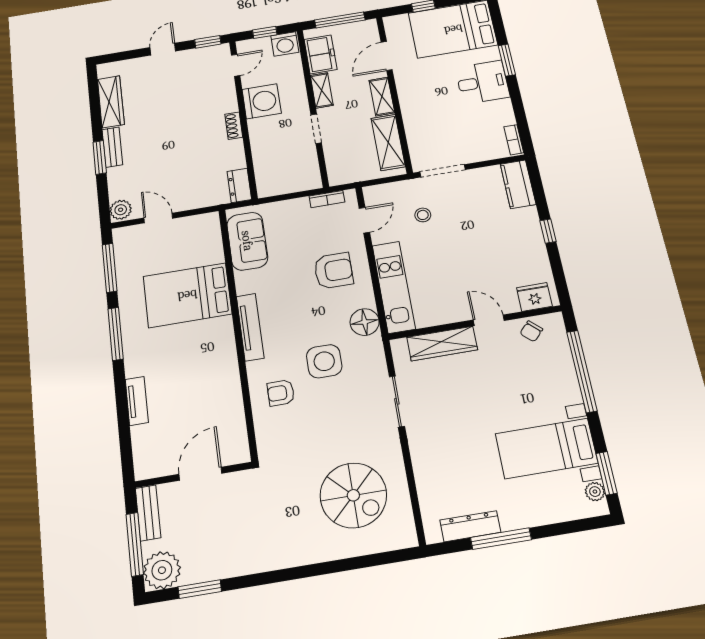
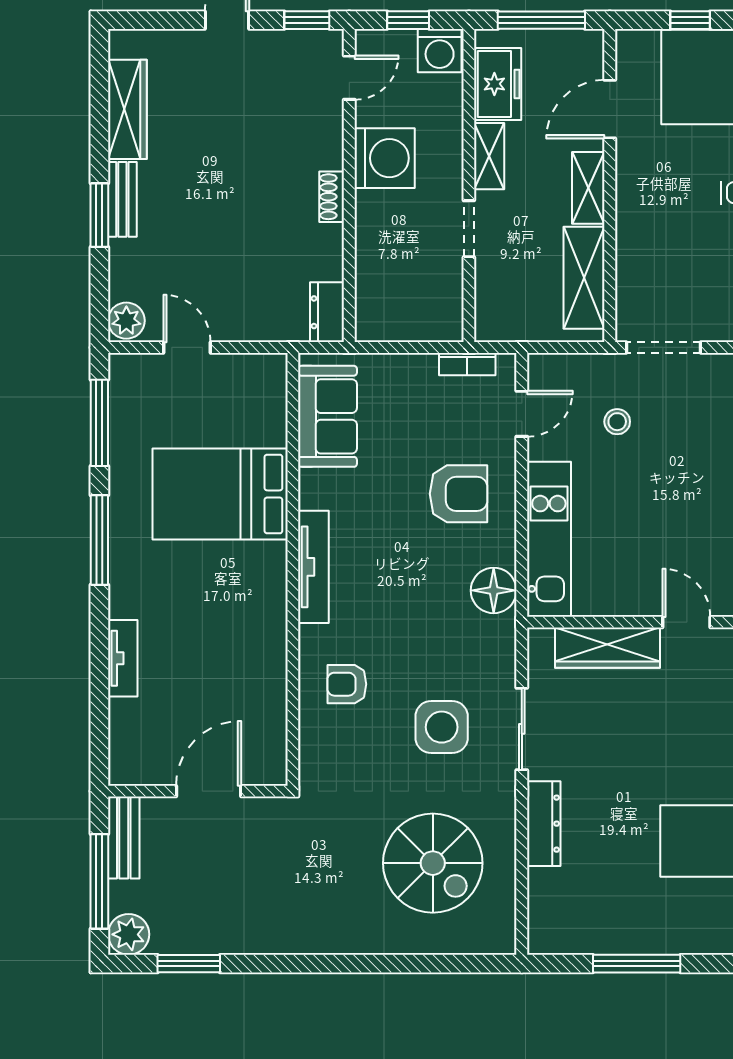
side table: (324, 361) -> (442, 727), moved
dresser: (470, 526) -> (544, 824), moved, turned 90
plant: (162, 570) -> (129, 934), width x0.73, depth x0.73

